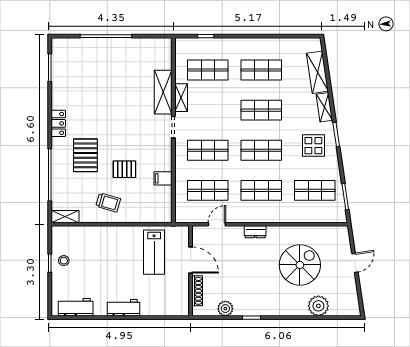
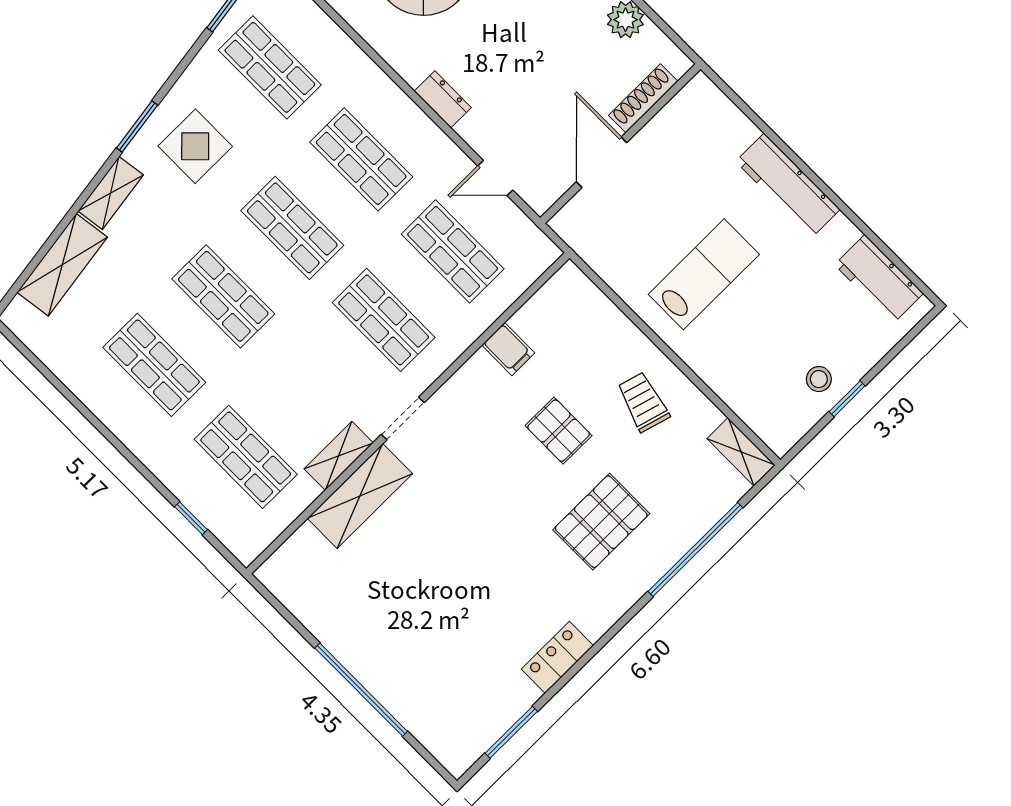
locker: (58, 123) -> (557, 657), moved
lab bench: (154, 252) -> (704, 274), moved
workbench: (123, 308) -> (788, 185), width x1.37

